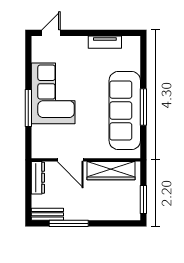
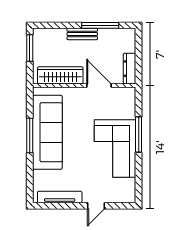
door: (51, 33) -> (96, 206), moved
tv unit: (105, 42) -> (60, 197), width x1.41
bench: (47, 214) -> (82, 34), moved

